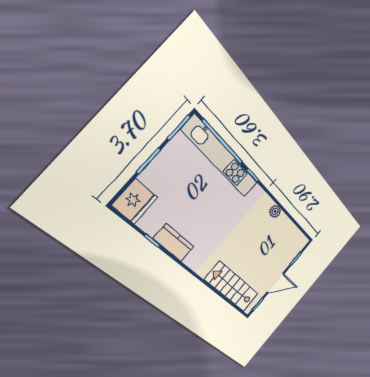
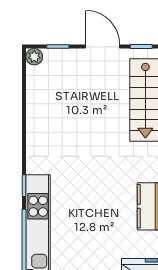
plant: (275, 211) -> (34, 57), moved

